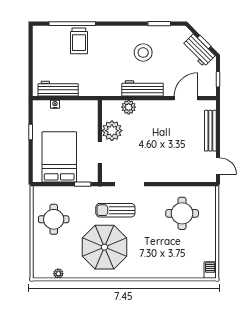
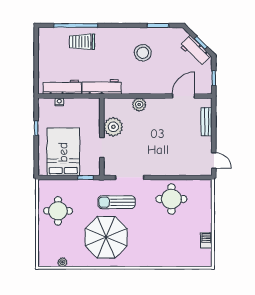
trolley: (79, 41) -> (82, 42), turned 90
workbench: (143, 88) -> (102, 87), moved
plant: (129, 107) -> (139, 105), moved
bench: (210, 131) -> (206, 122), width x0.73
round table: (182, 213) -> (171, 199), moved
barbecue: (210, 270) -> (206, 240), moved

